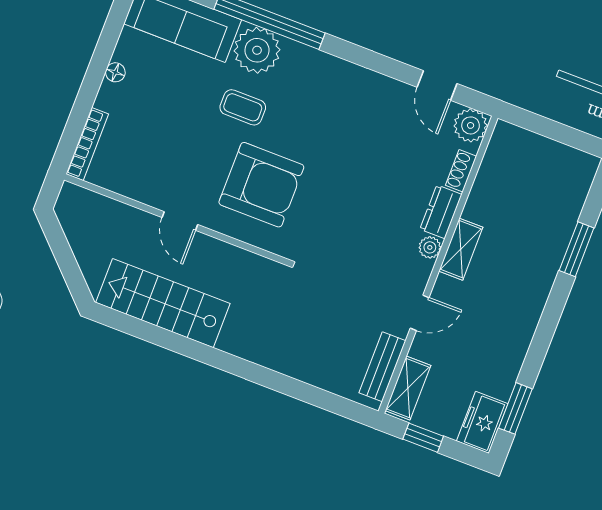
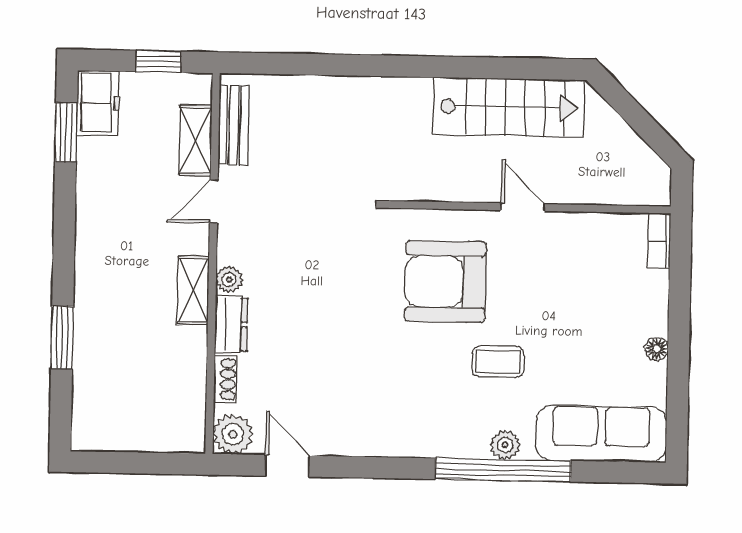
plant: (257, 50) -> (505, 445), width x0.53, depth x0.53
bookcase: (87, 144) -> (659, 241), width x0.64
shelving: (408, 388) -> (196, 140), moved

